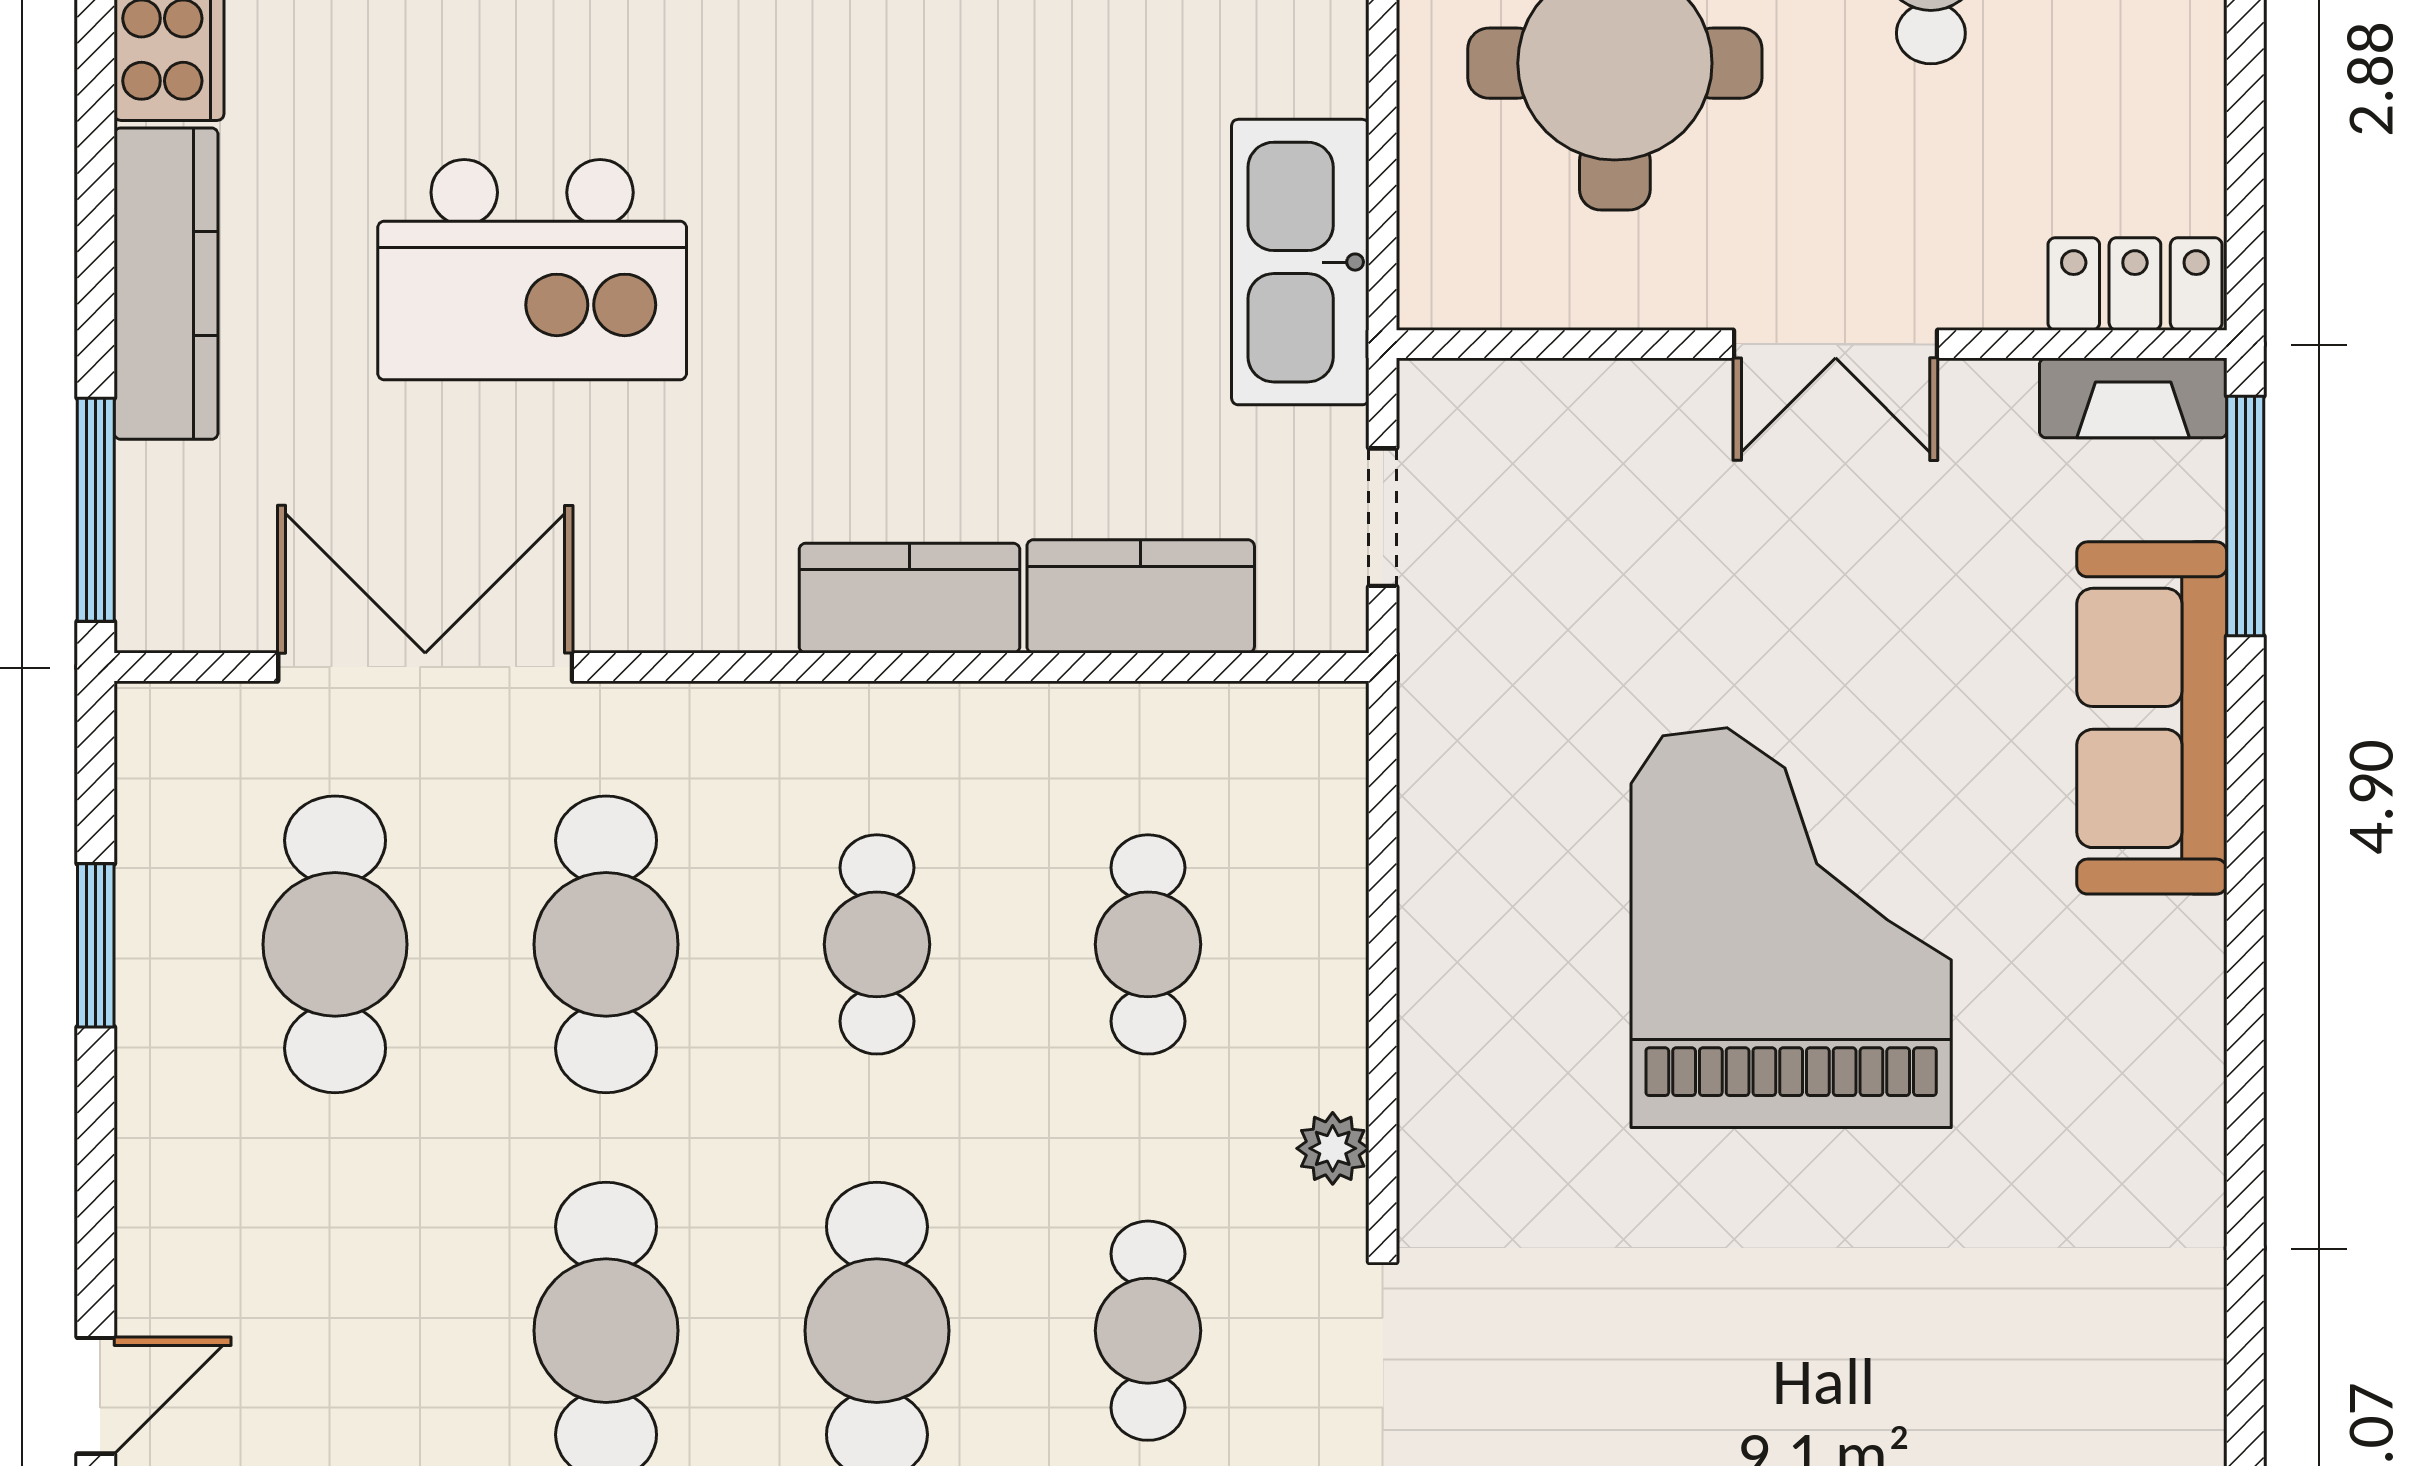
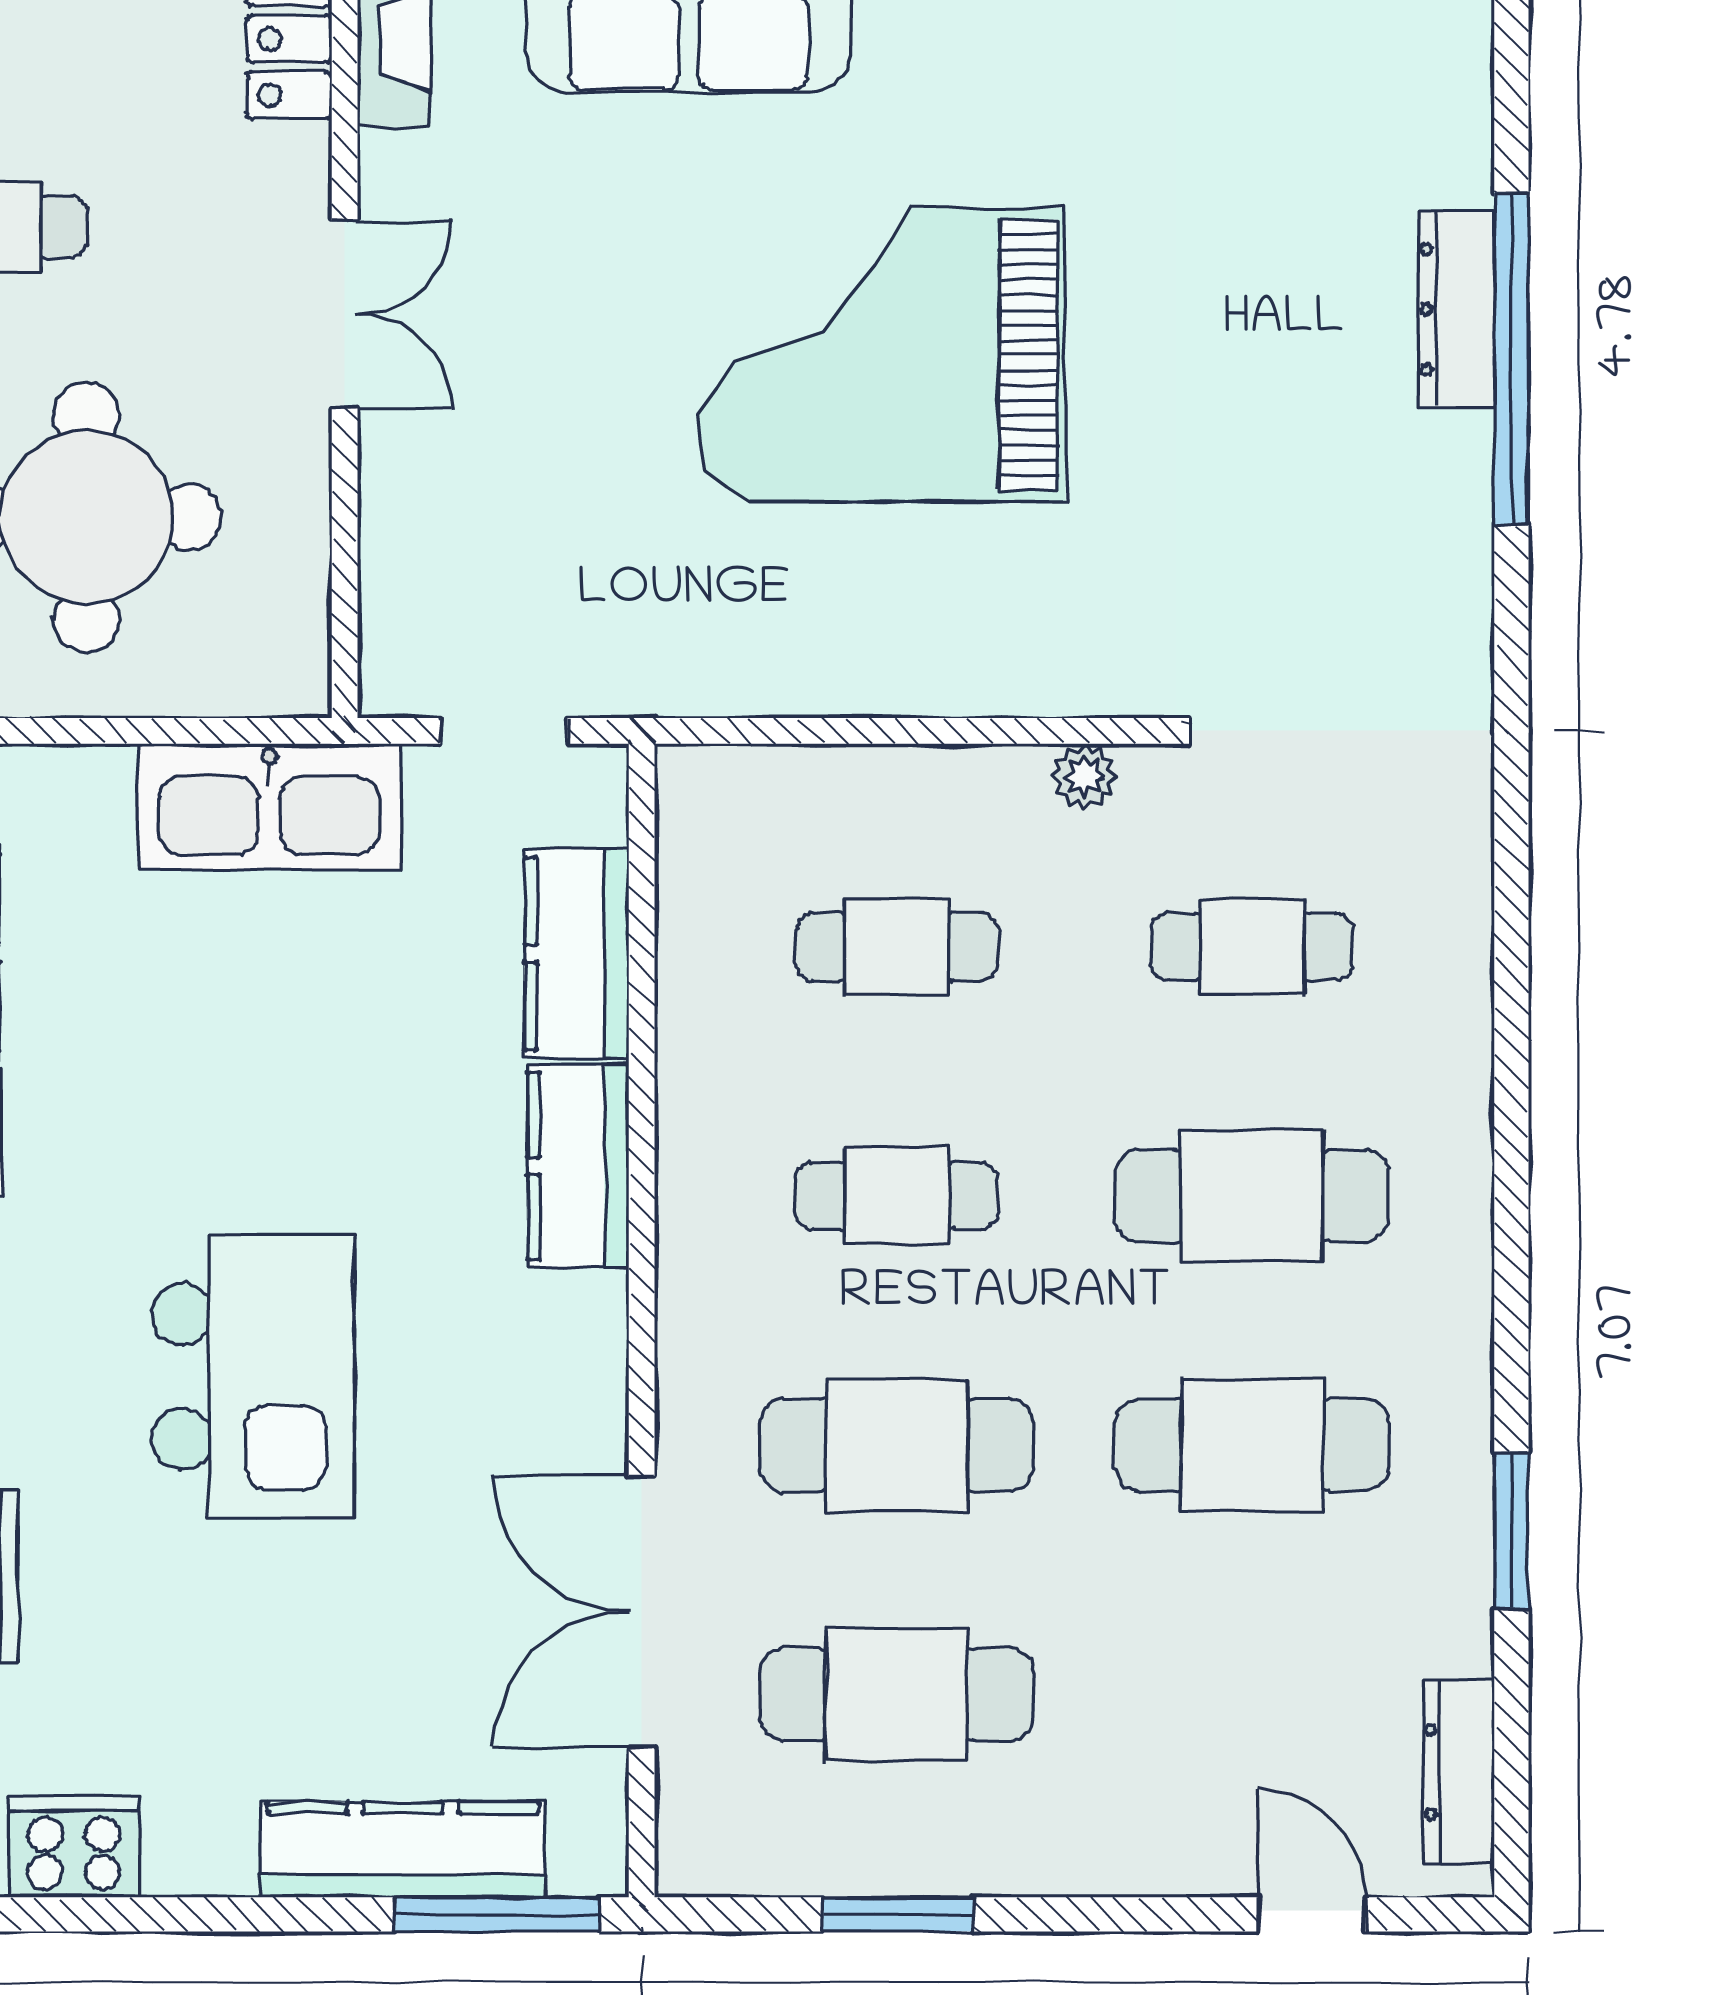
kitchen island: (532, 270) -> (253, 1377), moved
kitchen counter: (166, 284) -> (403, 1850), moved

